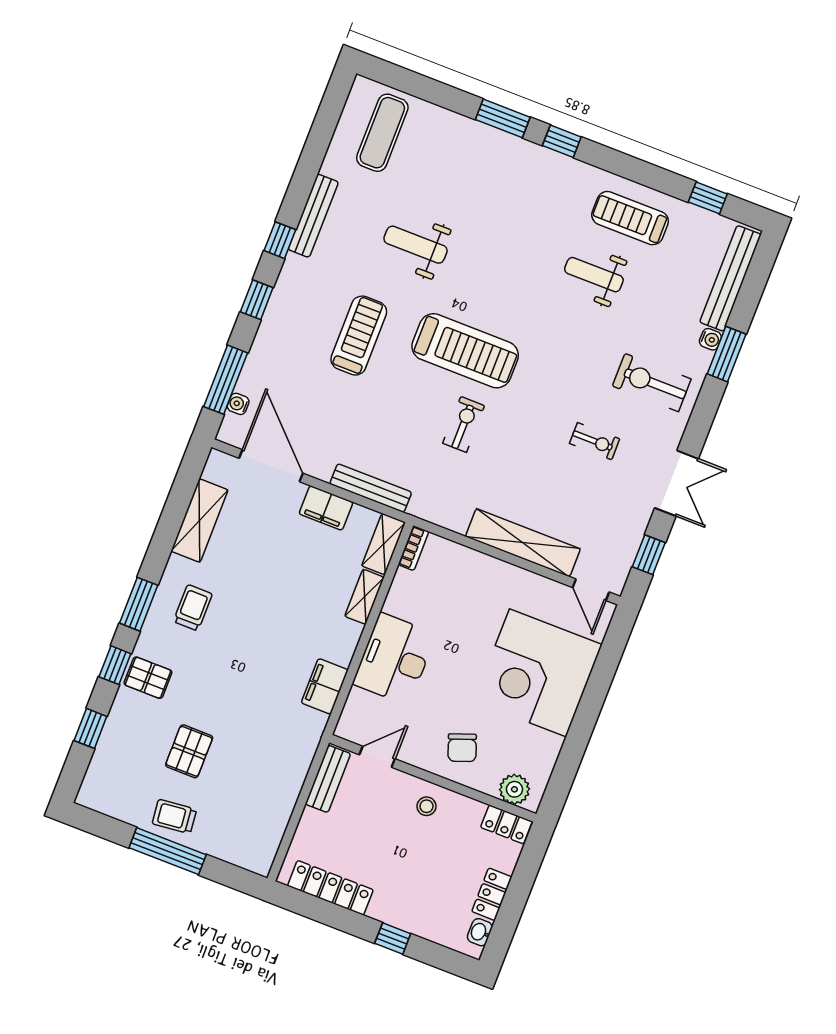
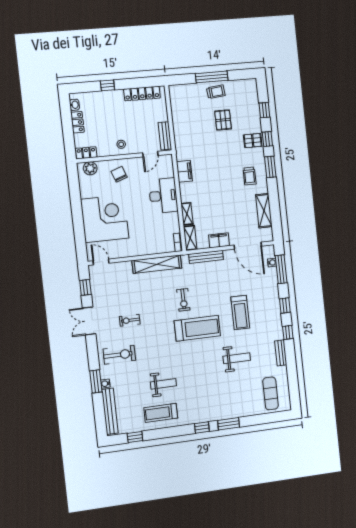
bench: (313, 216) -> (281, 353), width x0.73
treadmill: (630, 218) -> (161, 413), turned 180
treadmill: (465, 351) -> (197, 328), turned 180
shelving: (523, 543) -> (157, 264), moved

